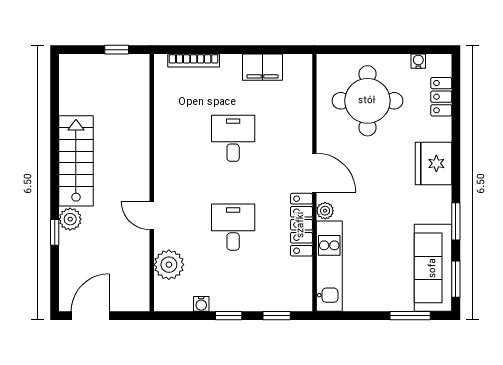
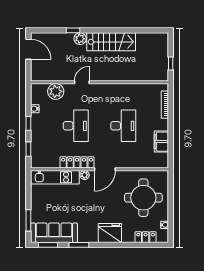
desk: (233, 138) -> (123, 126), width x1.37
desk: (233, 227) -> (76, 126), width x1.37

